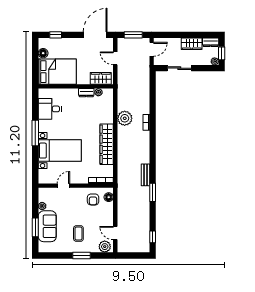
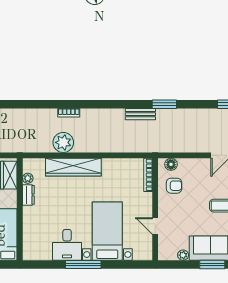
desk: (50, 109) -> (67, 245), moved
wardrobe: (107, 144) -> (73, 167), moved

